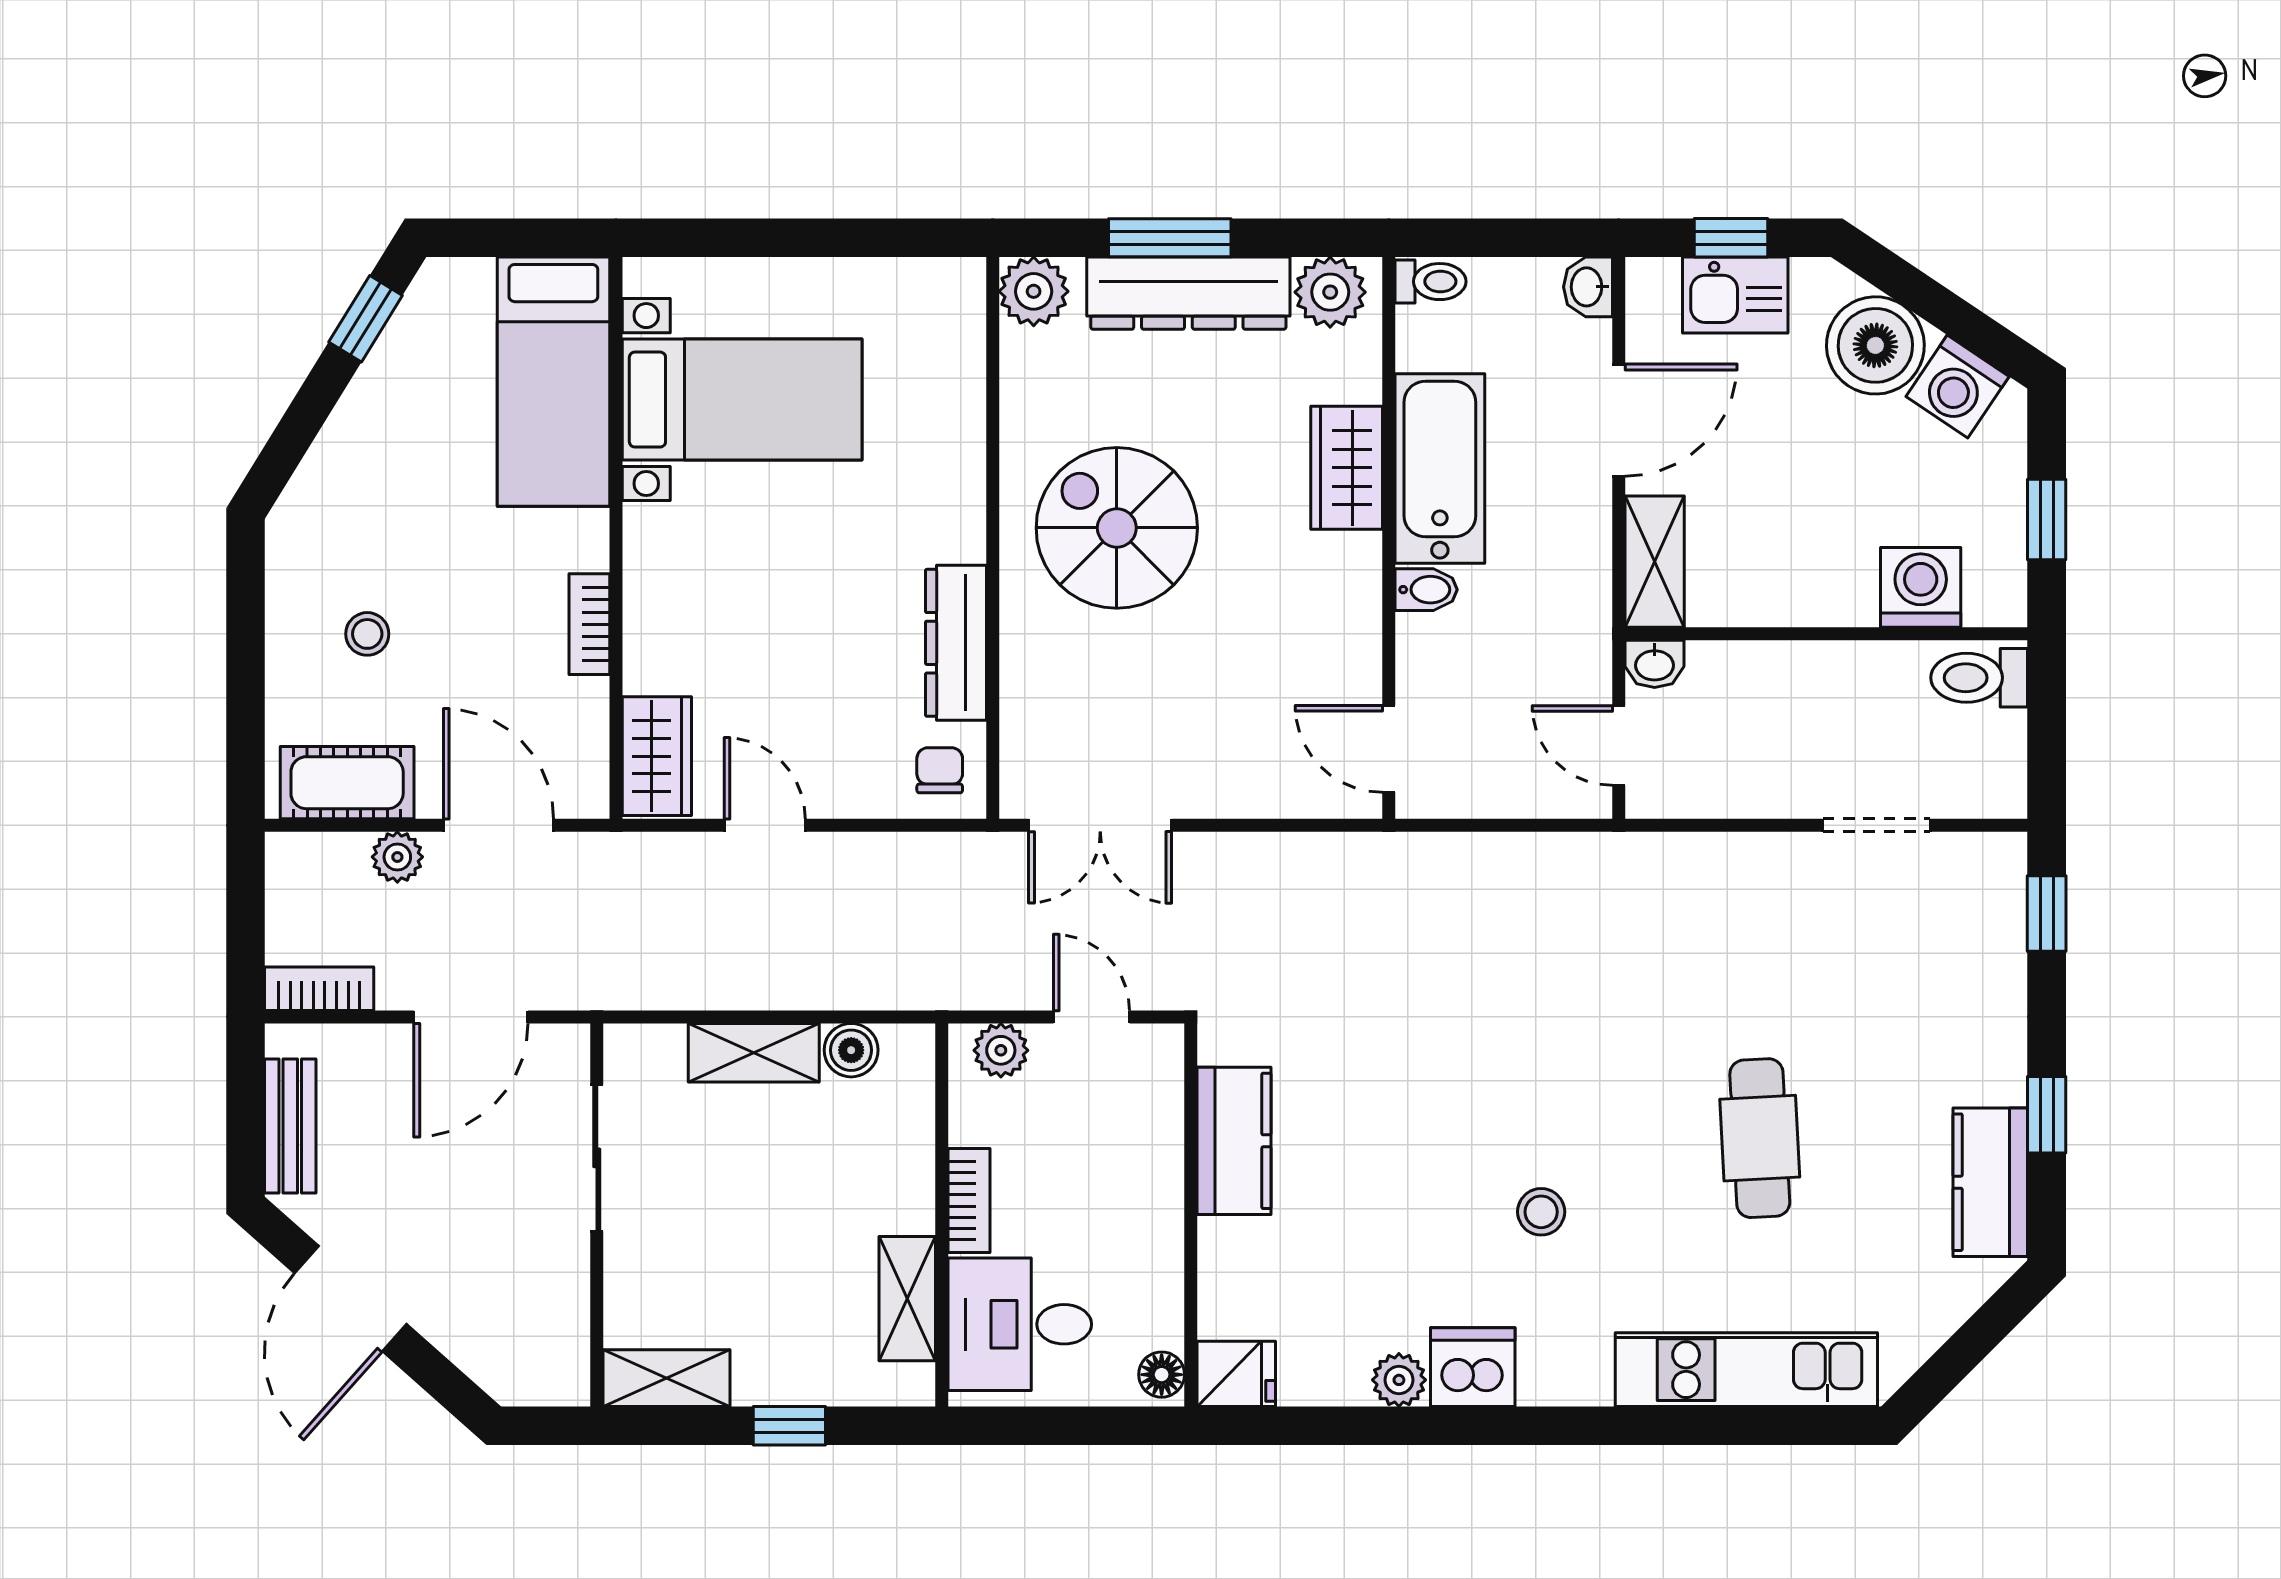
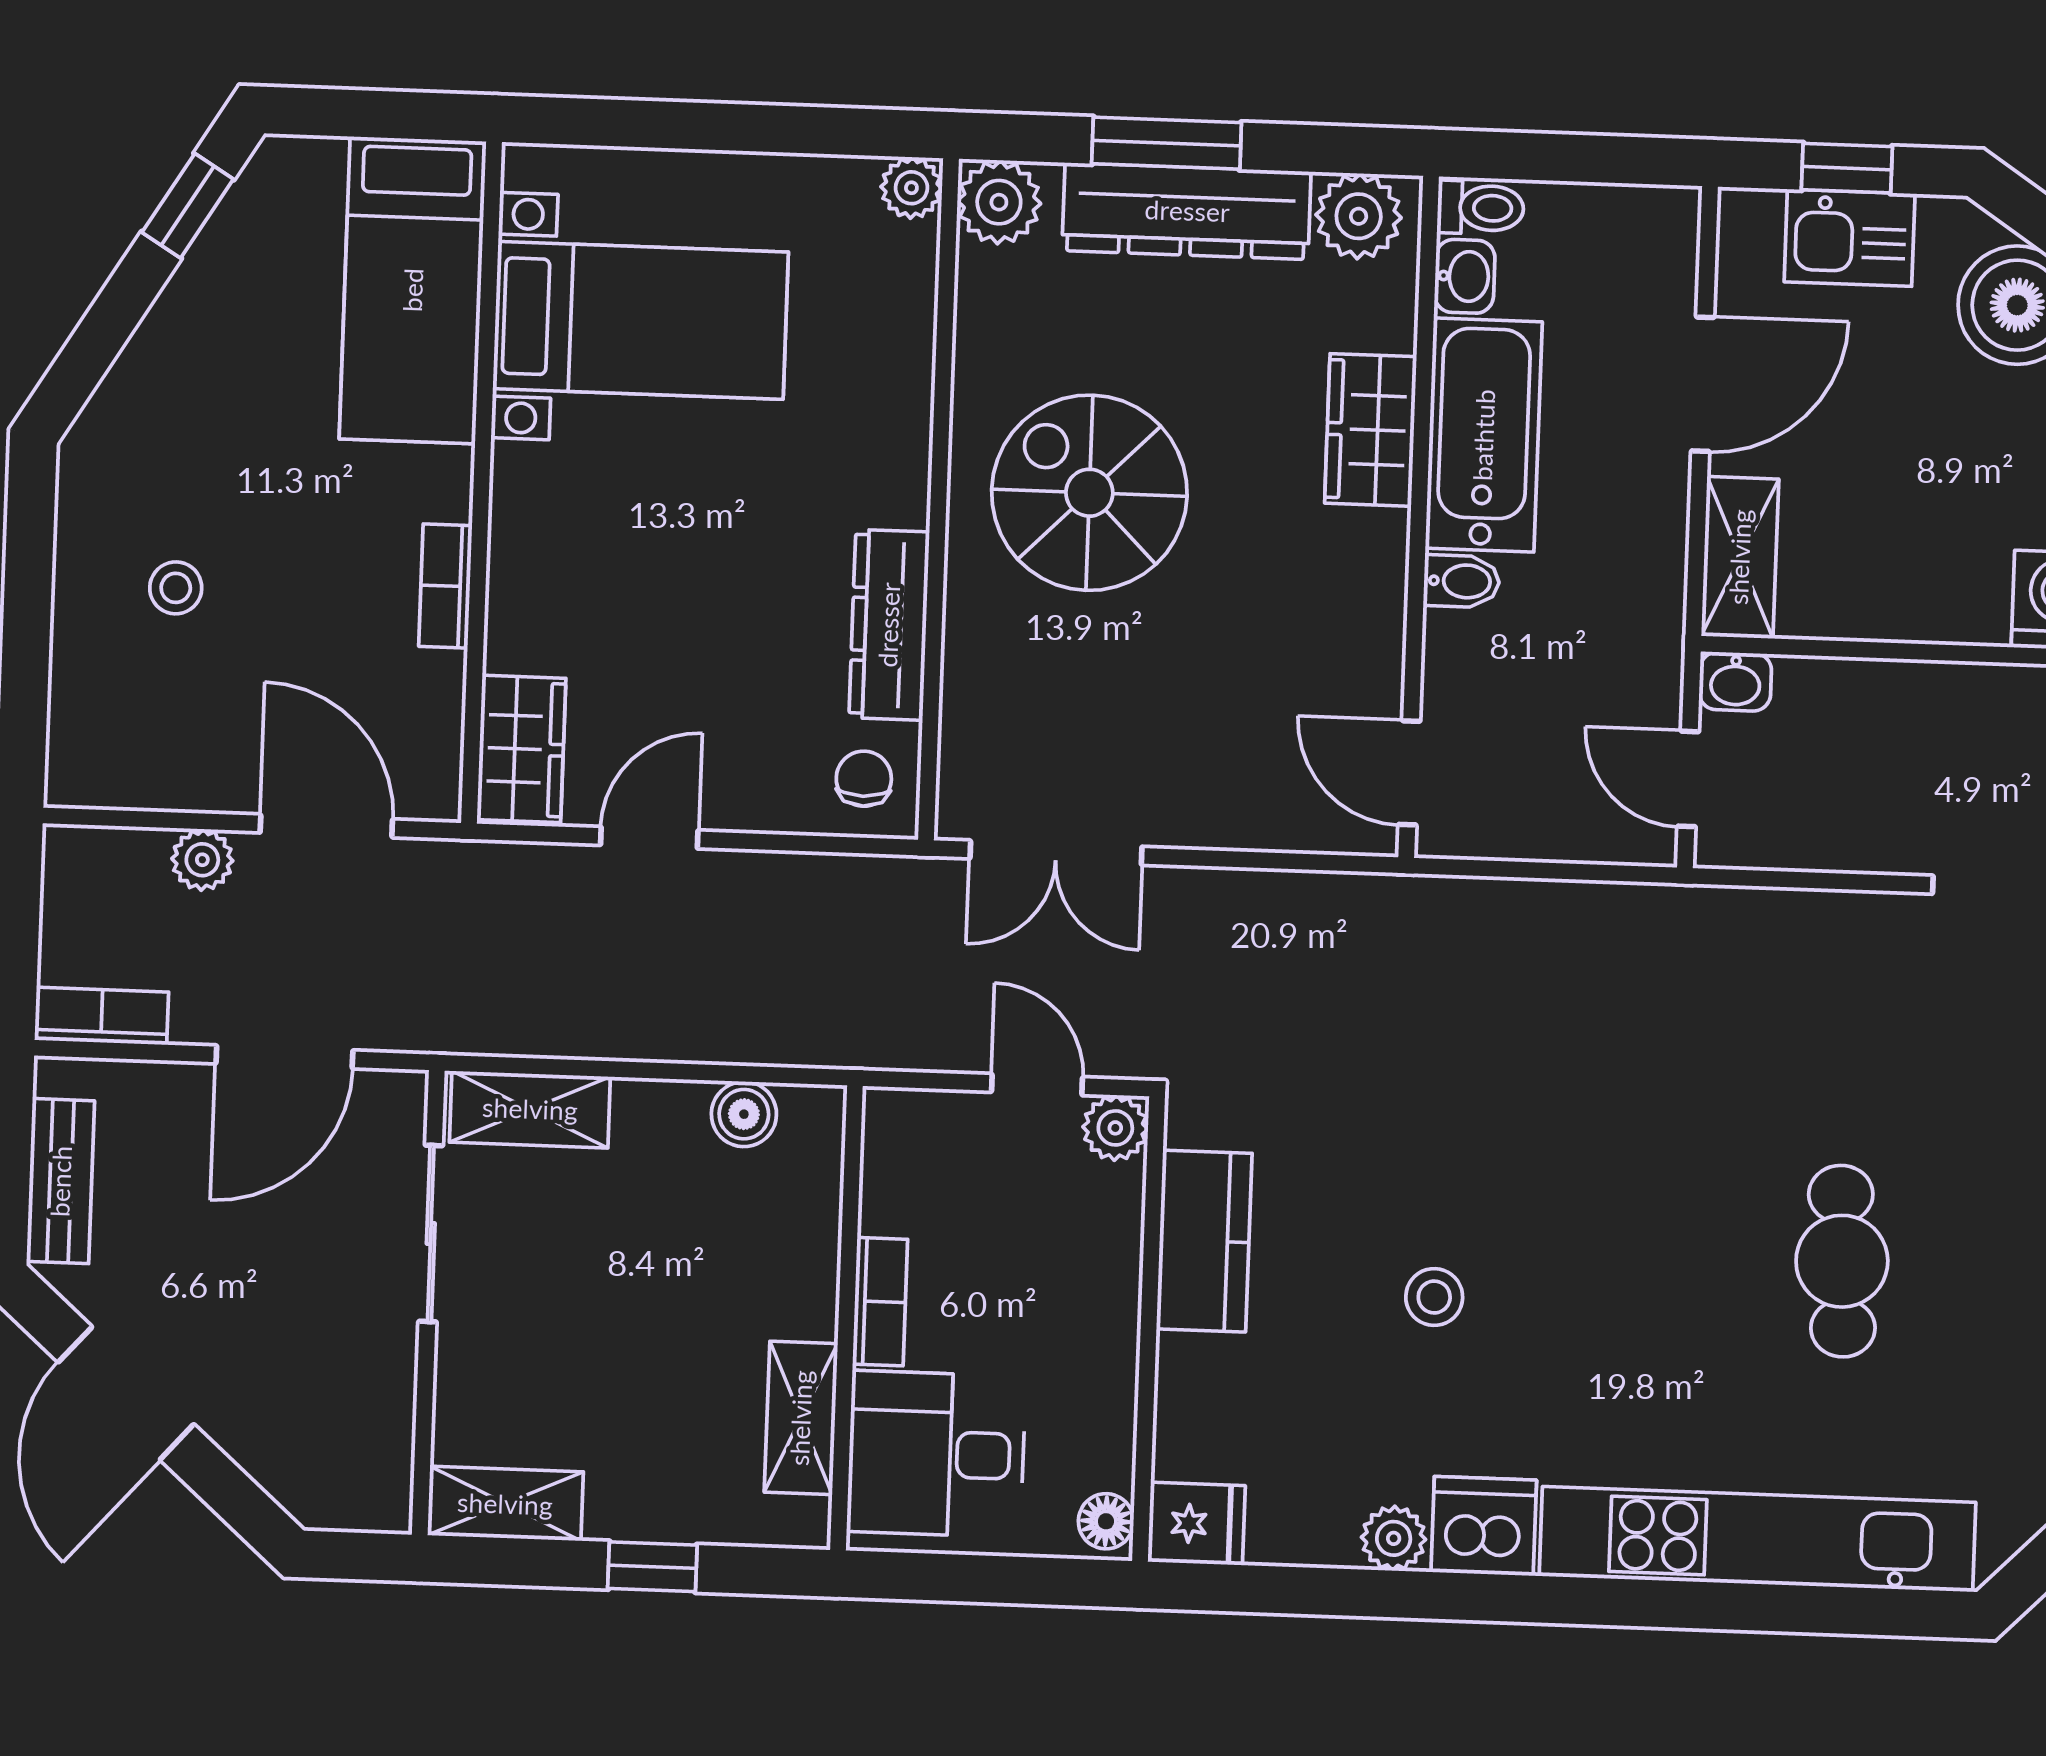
plant: (961, 282) -> (911, 188), added
washbasin: (1588, 287) -> (1465, 276), moved, turned 180
cot: (347, 783) -> (145, 767), removed
door: (765, 825) -> (649, 838), hinge flipped
plant: (1001, 1050) -> (1115, 1128), moved
shelving: (754, 1053) -> (530, 1109), moved
stool: (1541, 1212) -> (1434, 1297), moved
kitchen unit: (1746, 1370) -> (1758, 1539), width x1.36

